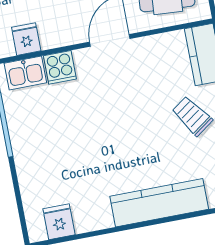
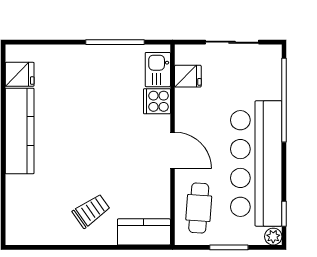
kitchen counter: (159, 203) -> (20, 131), moved

